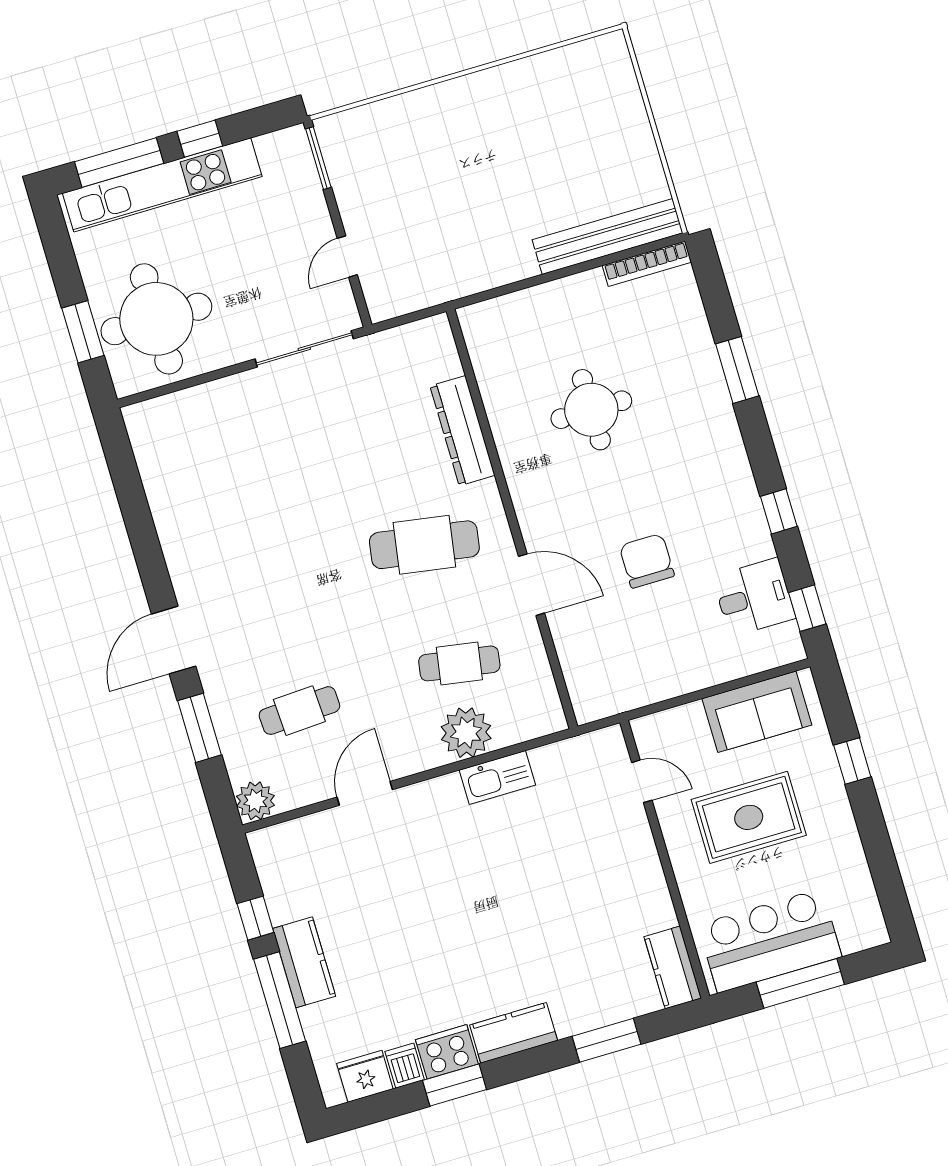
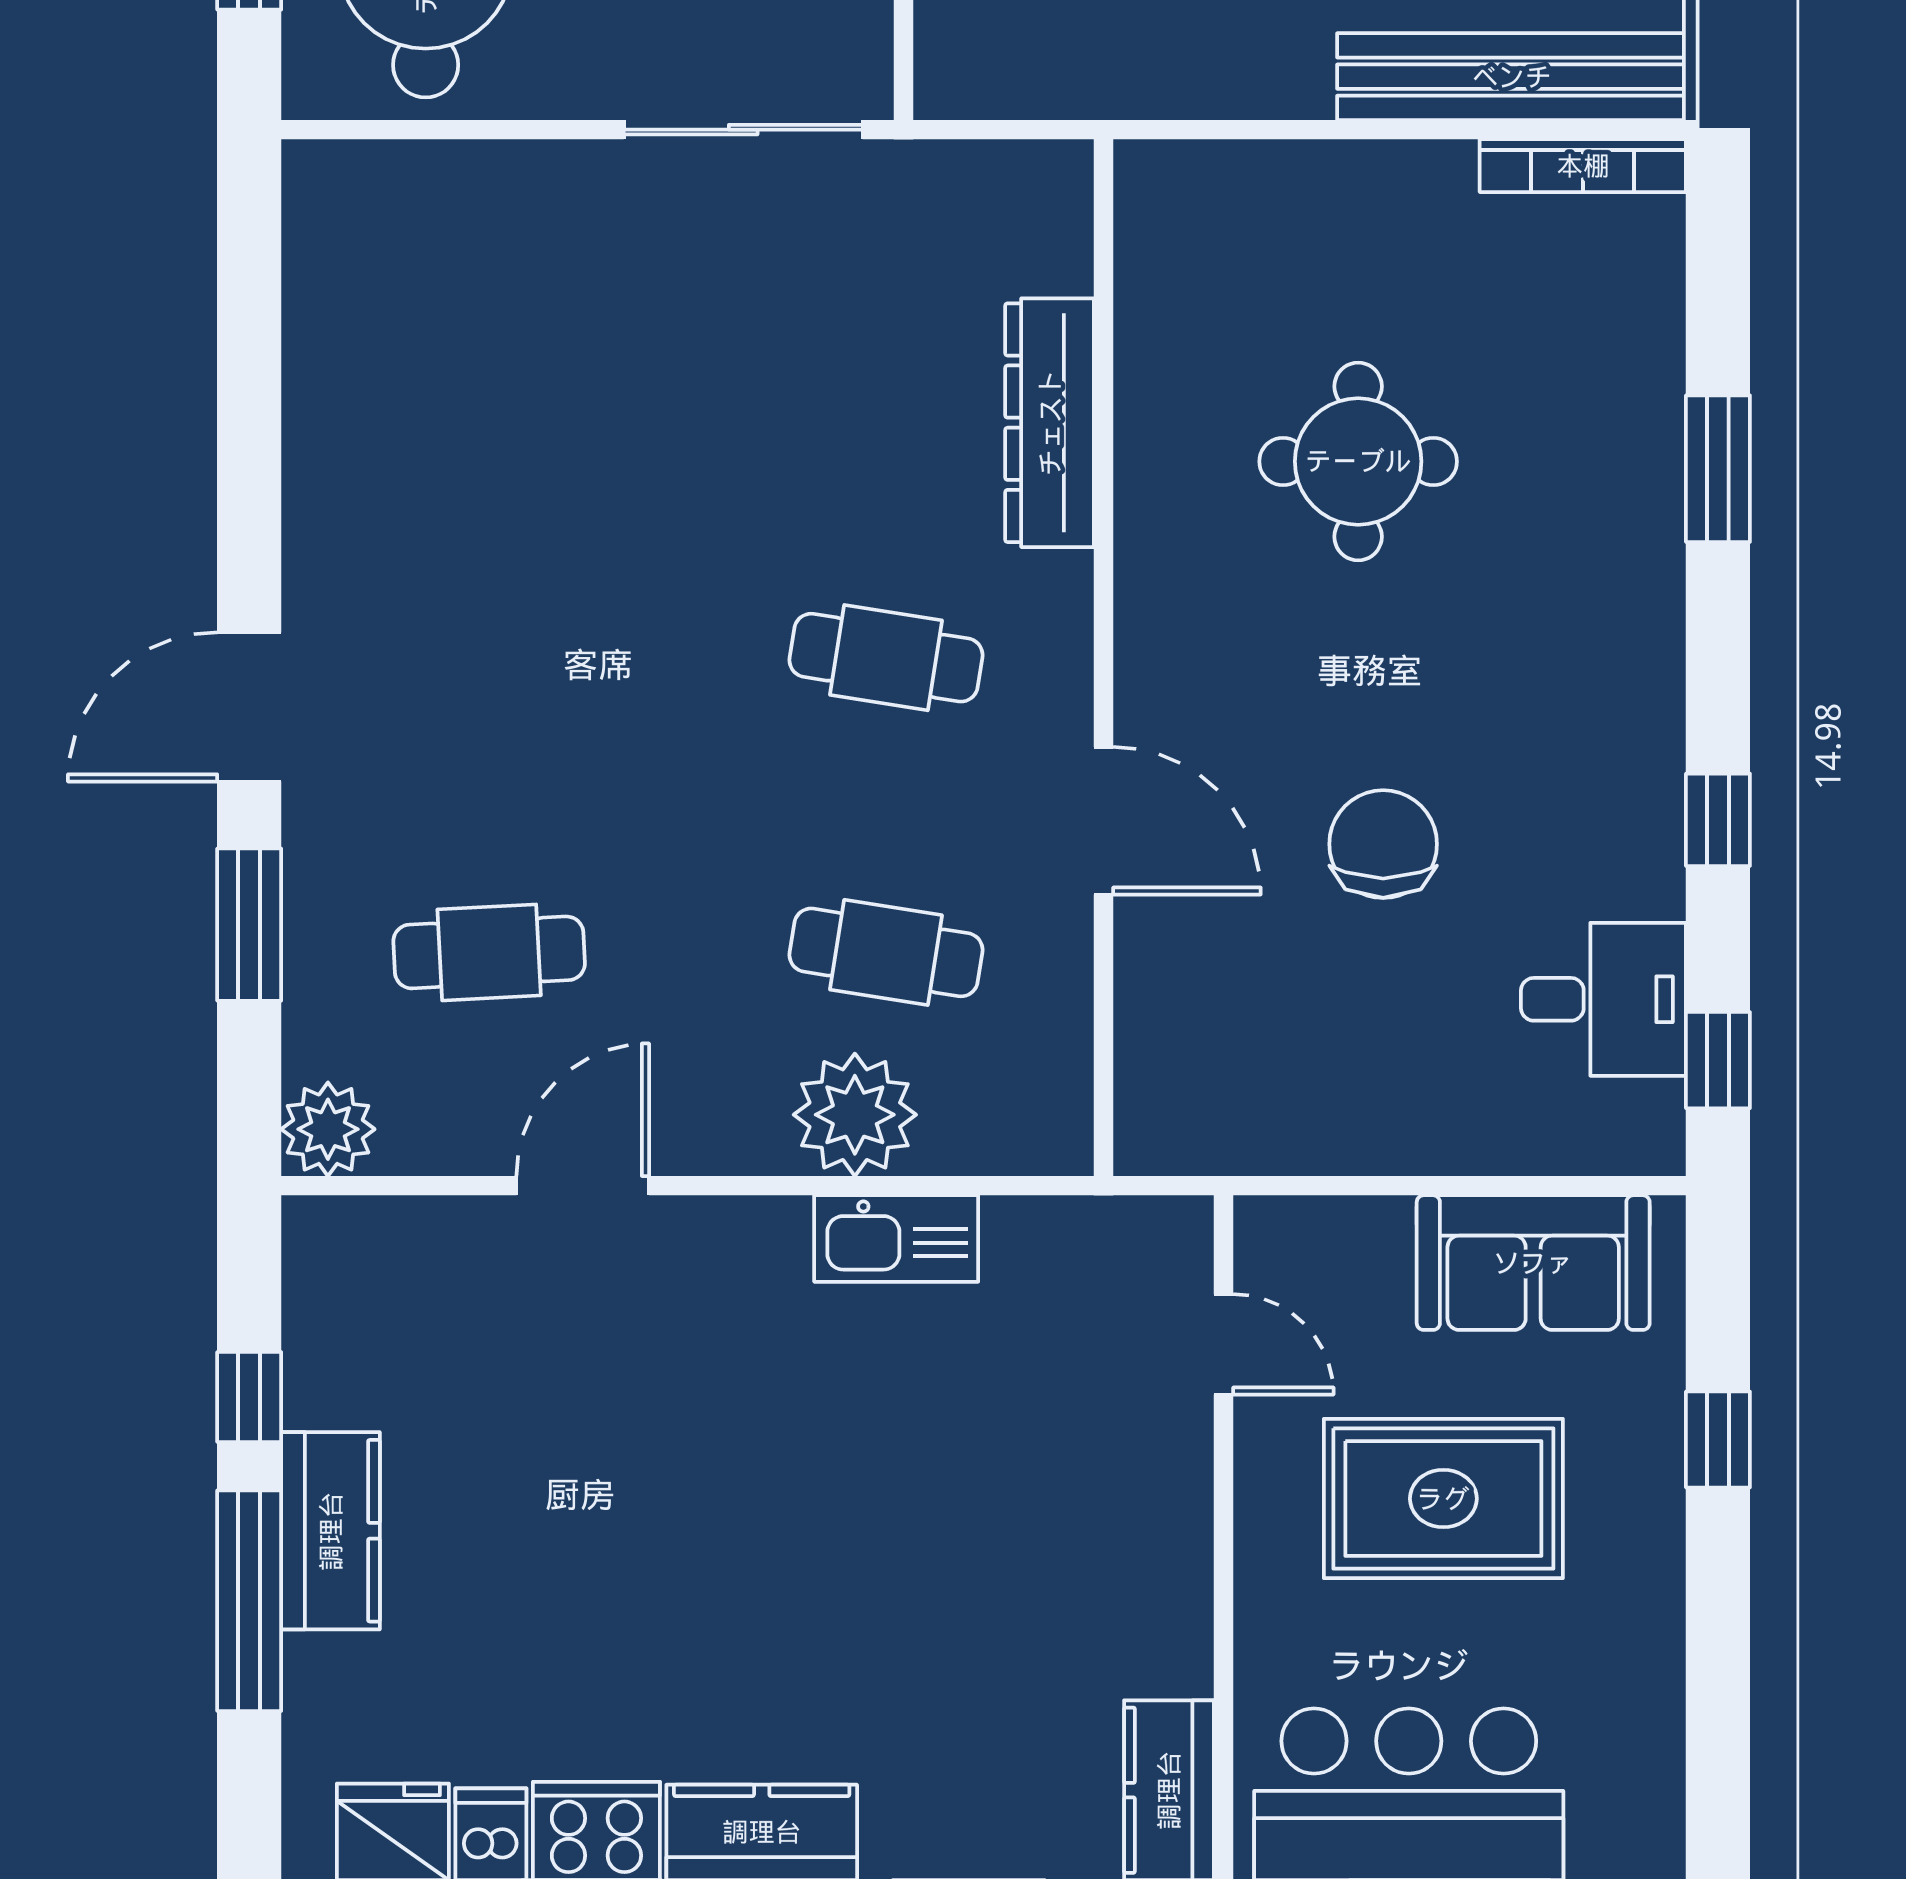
cafe table: (424, 545) -> (886, 658), width x0.73, depth x0.74

